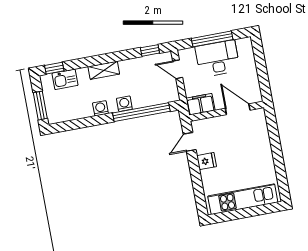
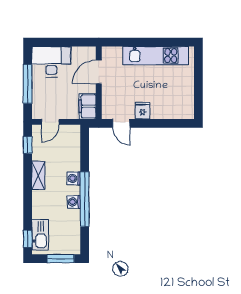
desk: (217, 59) -> (51, 62), moved, turned 90
shelving: (104, 70) -> (38, 175), moved
kitchen sink: (65, 79) -> (40, 235), width x1.38
window: (141, 112) -> (85, 199), moved
kitchen unit: (243, 199) -> (156, 56), moved, turned -90

